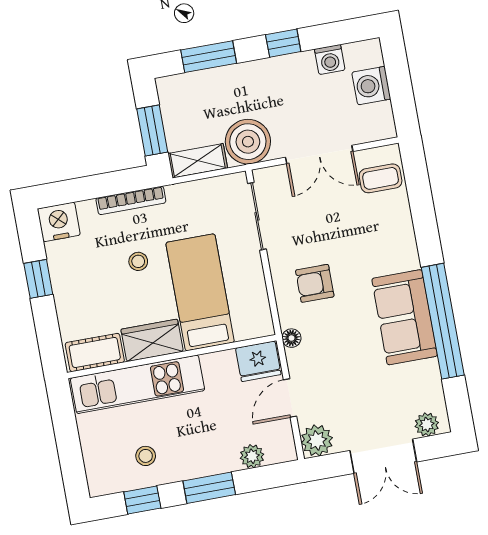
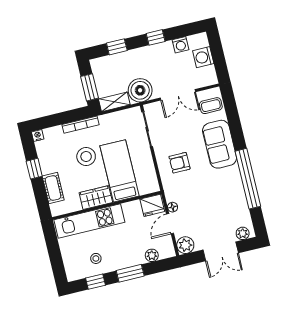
window: (209, 57) -> (117, 47), width x0.67
nightstand: (59, 222) -> (38, 135), width x0.53, depth x0.56
stool: (138, 261) -> (86, 157), width x1.89, depth x1.89
sofa: (405, 317) -> (220, 144), moved
floor lamp: (291, 338) -> (173, 207), moved
cot: (95, 352) -> (53, 188), moved, turned 90

